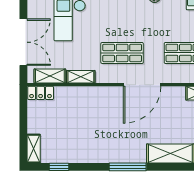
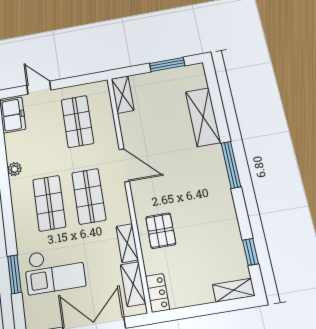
shop shelf: (122, 21) -> (49, 203), added
door: (142, 85) -> (124, 165), width x0.73
pallet: (86, 104) -> (161, 231), added

